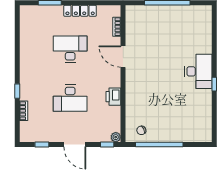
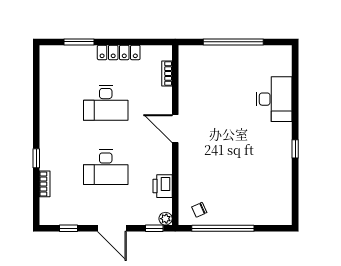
desk: (70, 49) -> (106, 103), turned 180
door: (123, 57) -> (175, 129), moved
desk: (198, 71) -> (274, 99), moved
printer: (113, 97) -> (163, 186), moved

